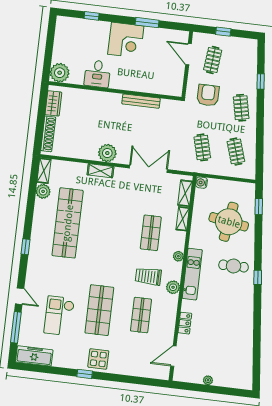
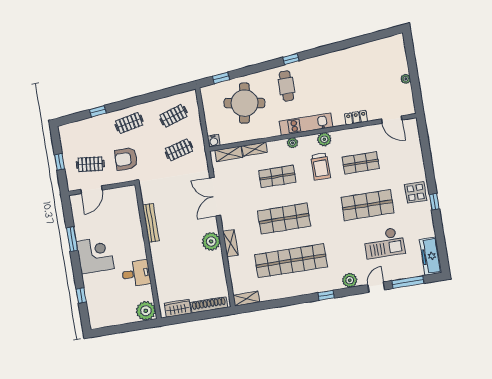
plant: (43, 191) -> (350, 280), moved
shop shelf: (109, 228) -> (284, 219), added

